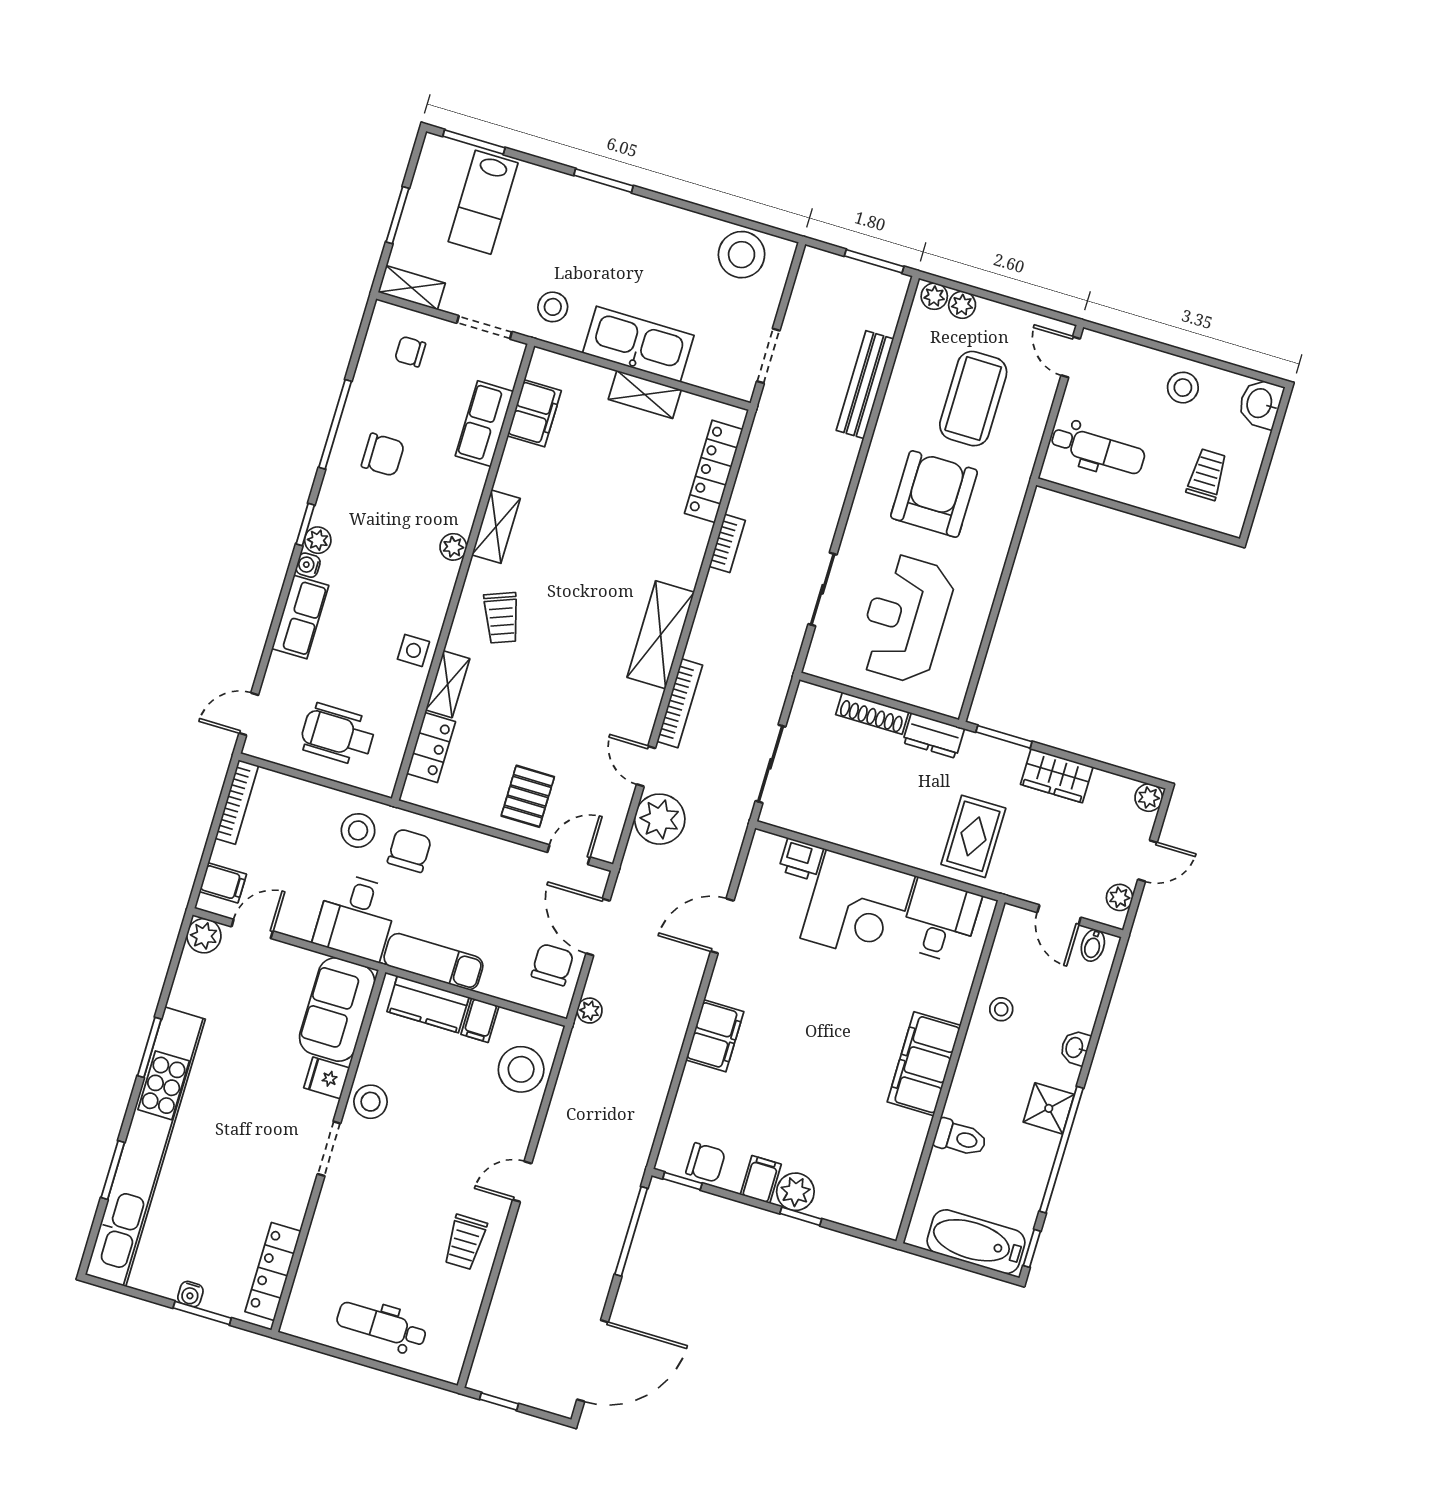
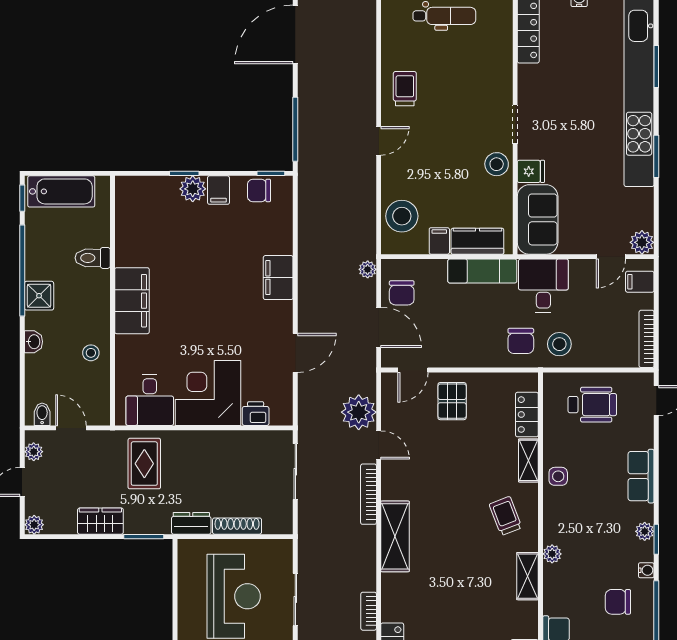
water cooler: (308, 565) -> (646, 570), moved

